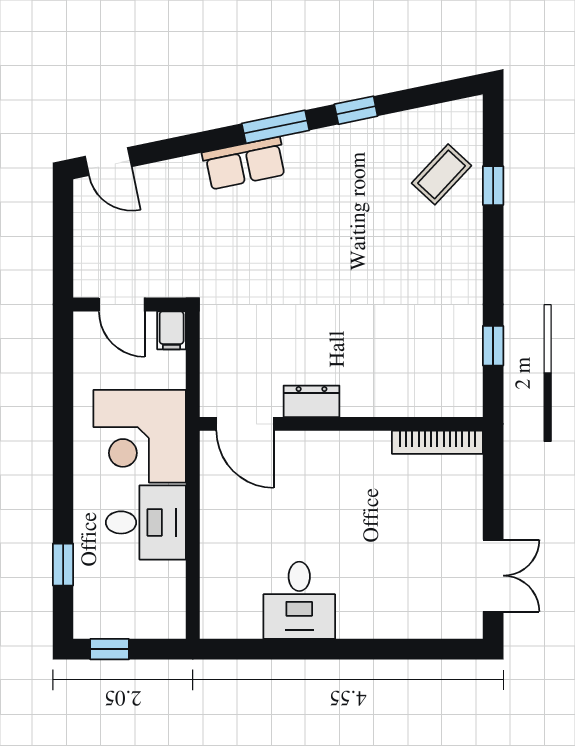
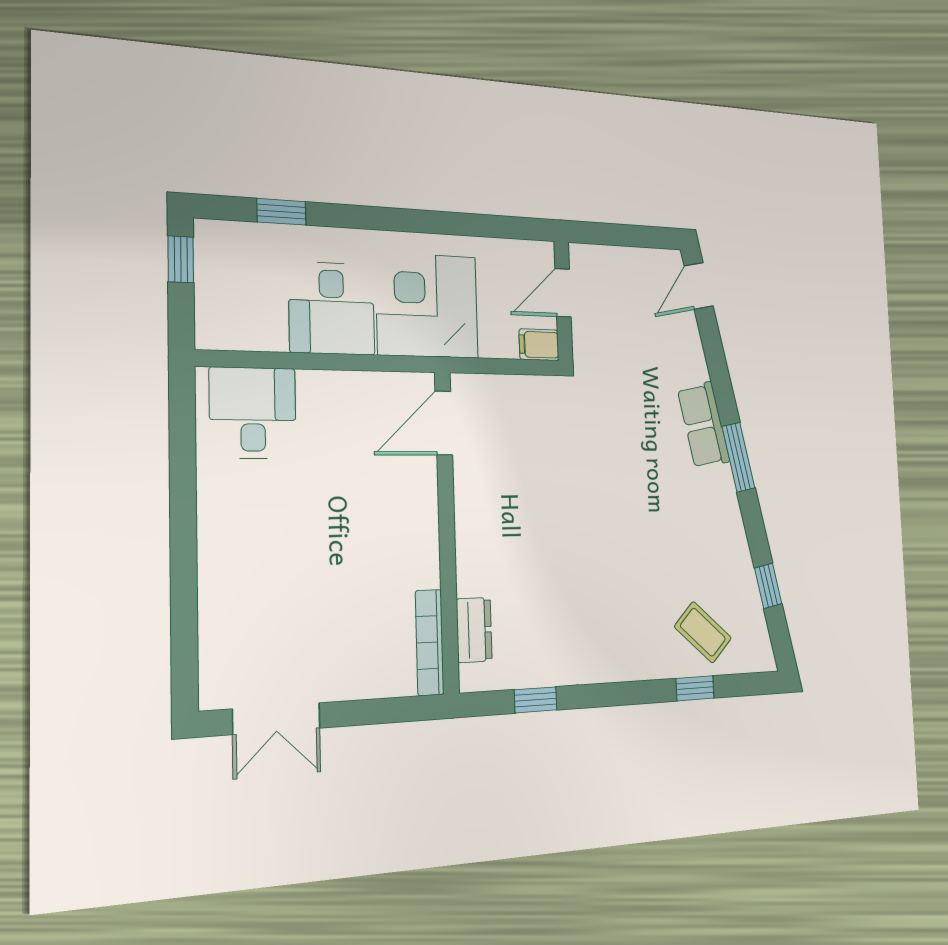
window: (356, 110) -> (768, 586), moved
dresser: (312, 401) -> (474, 630), moved
desk: (299, 600) -> (253, 413), moved, turned 90

